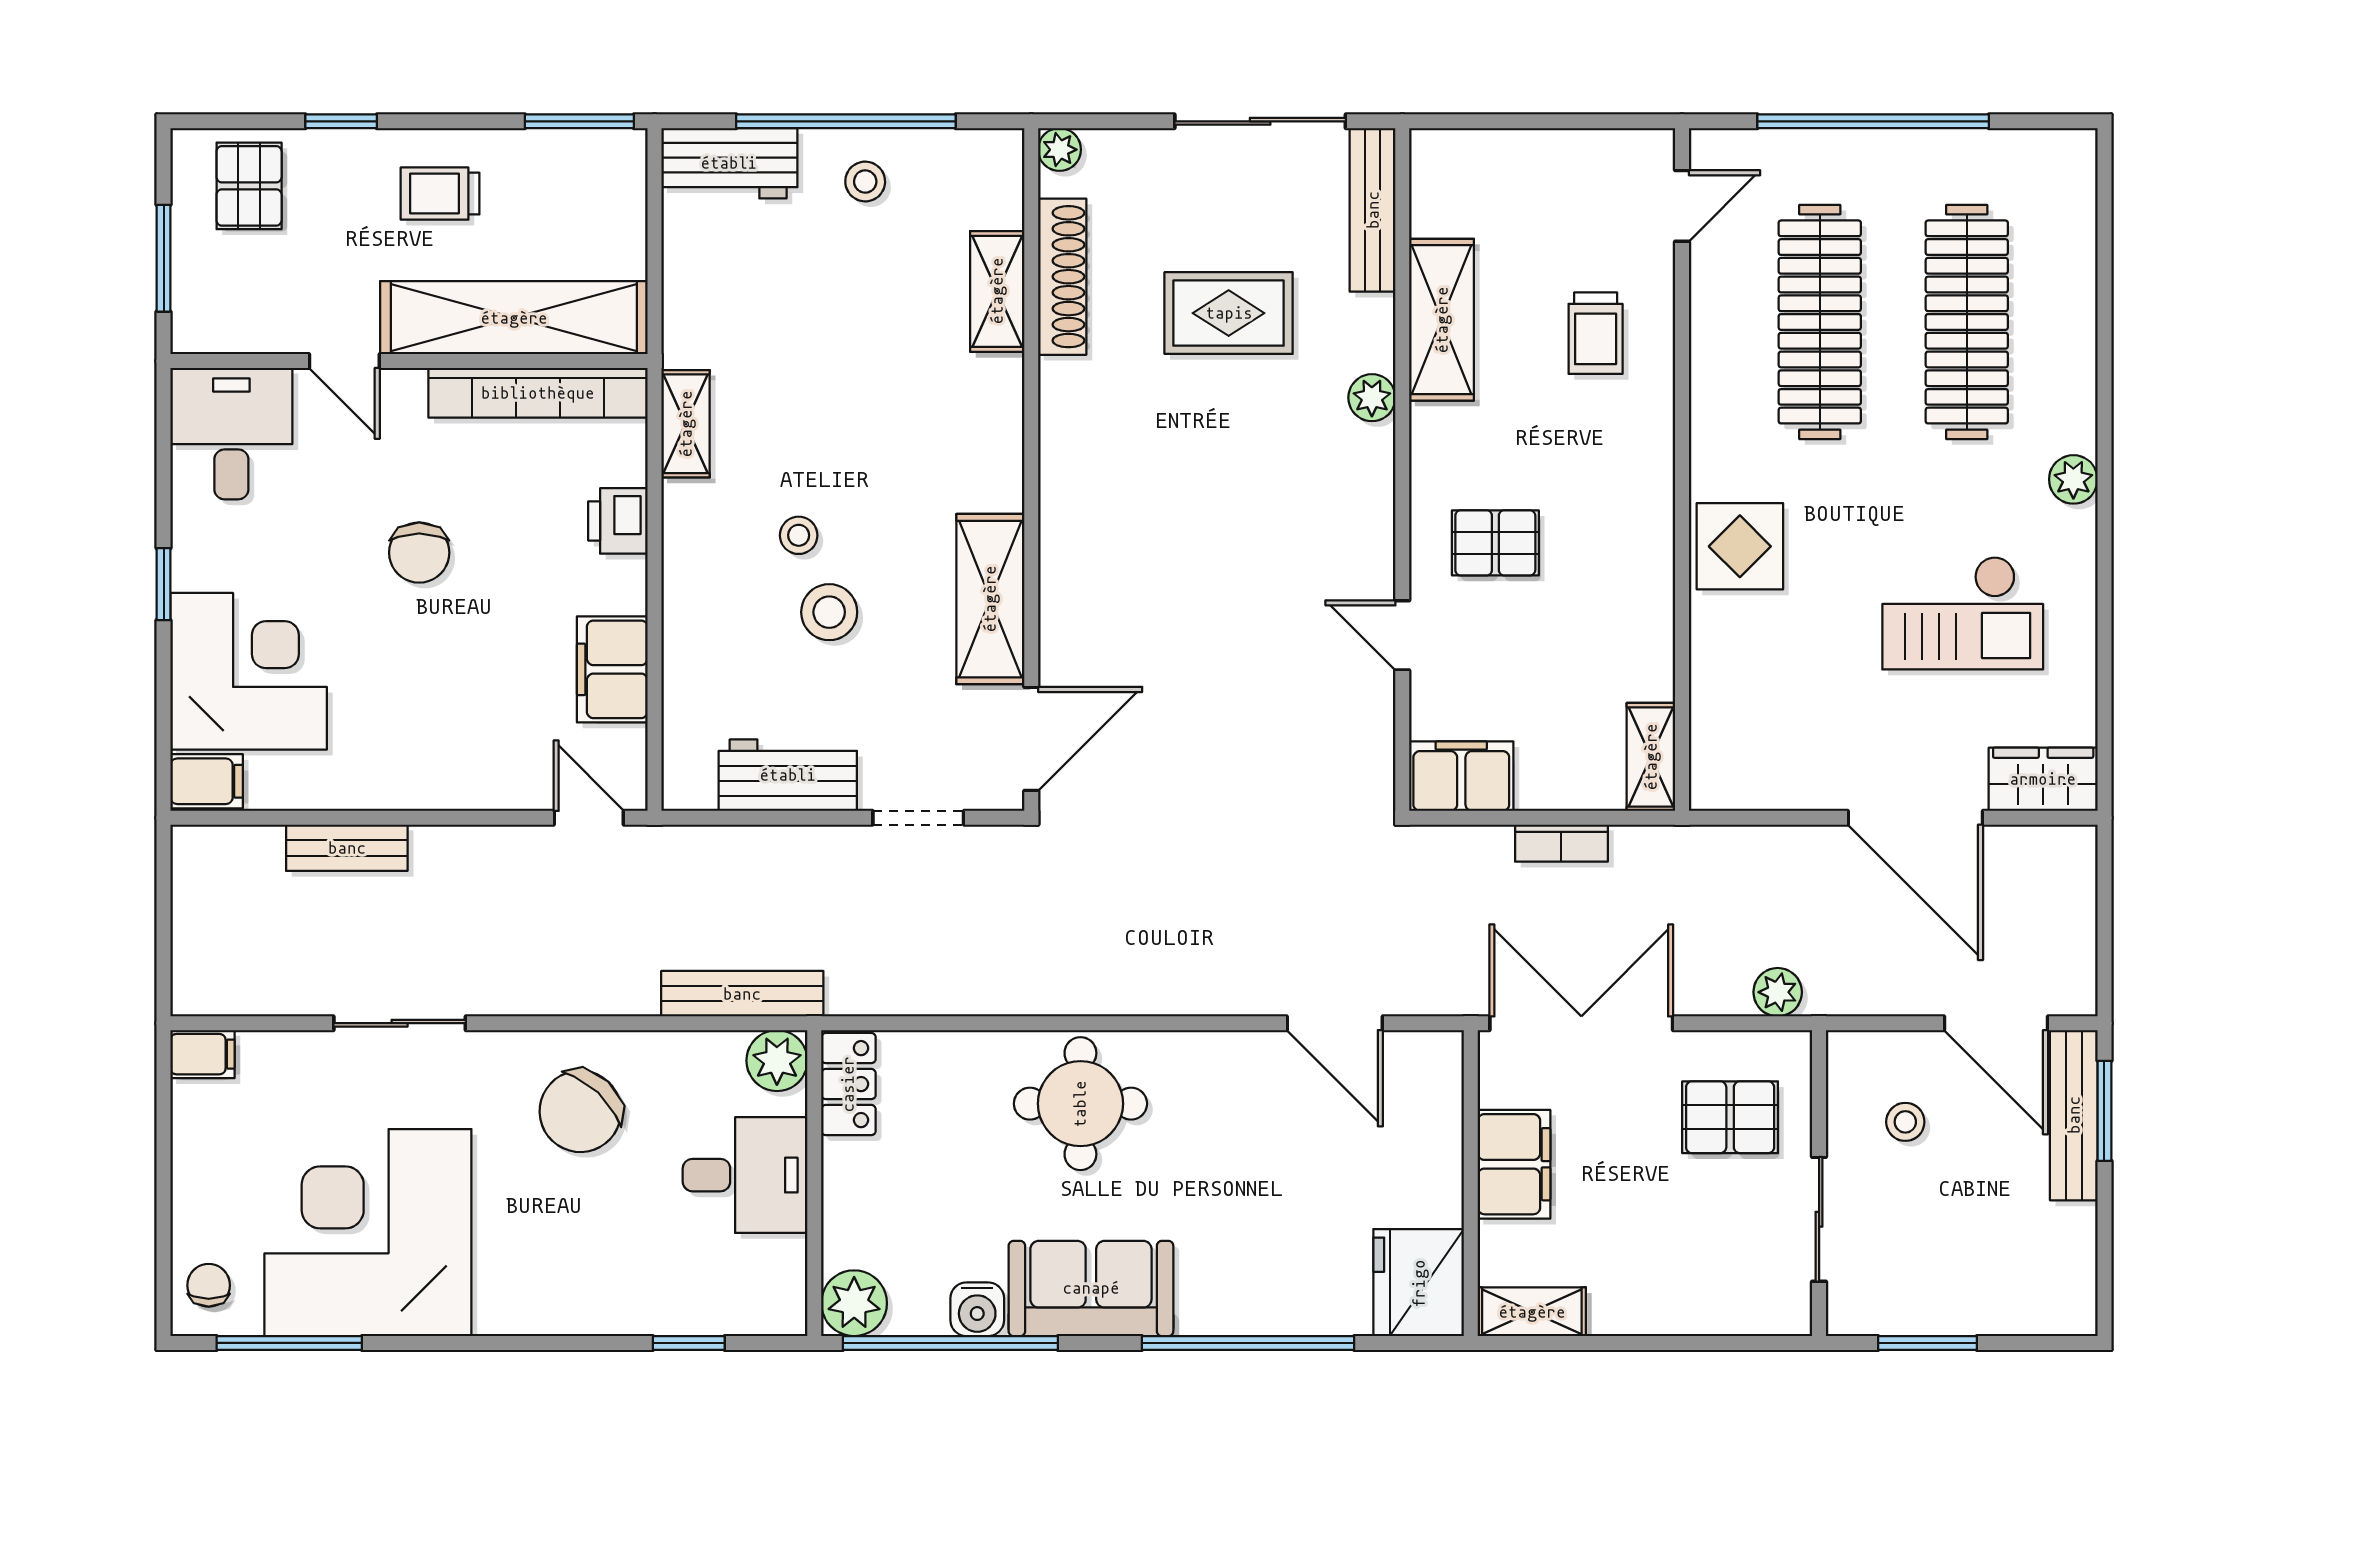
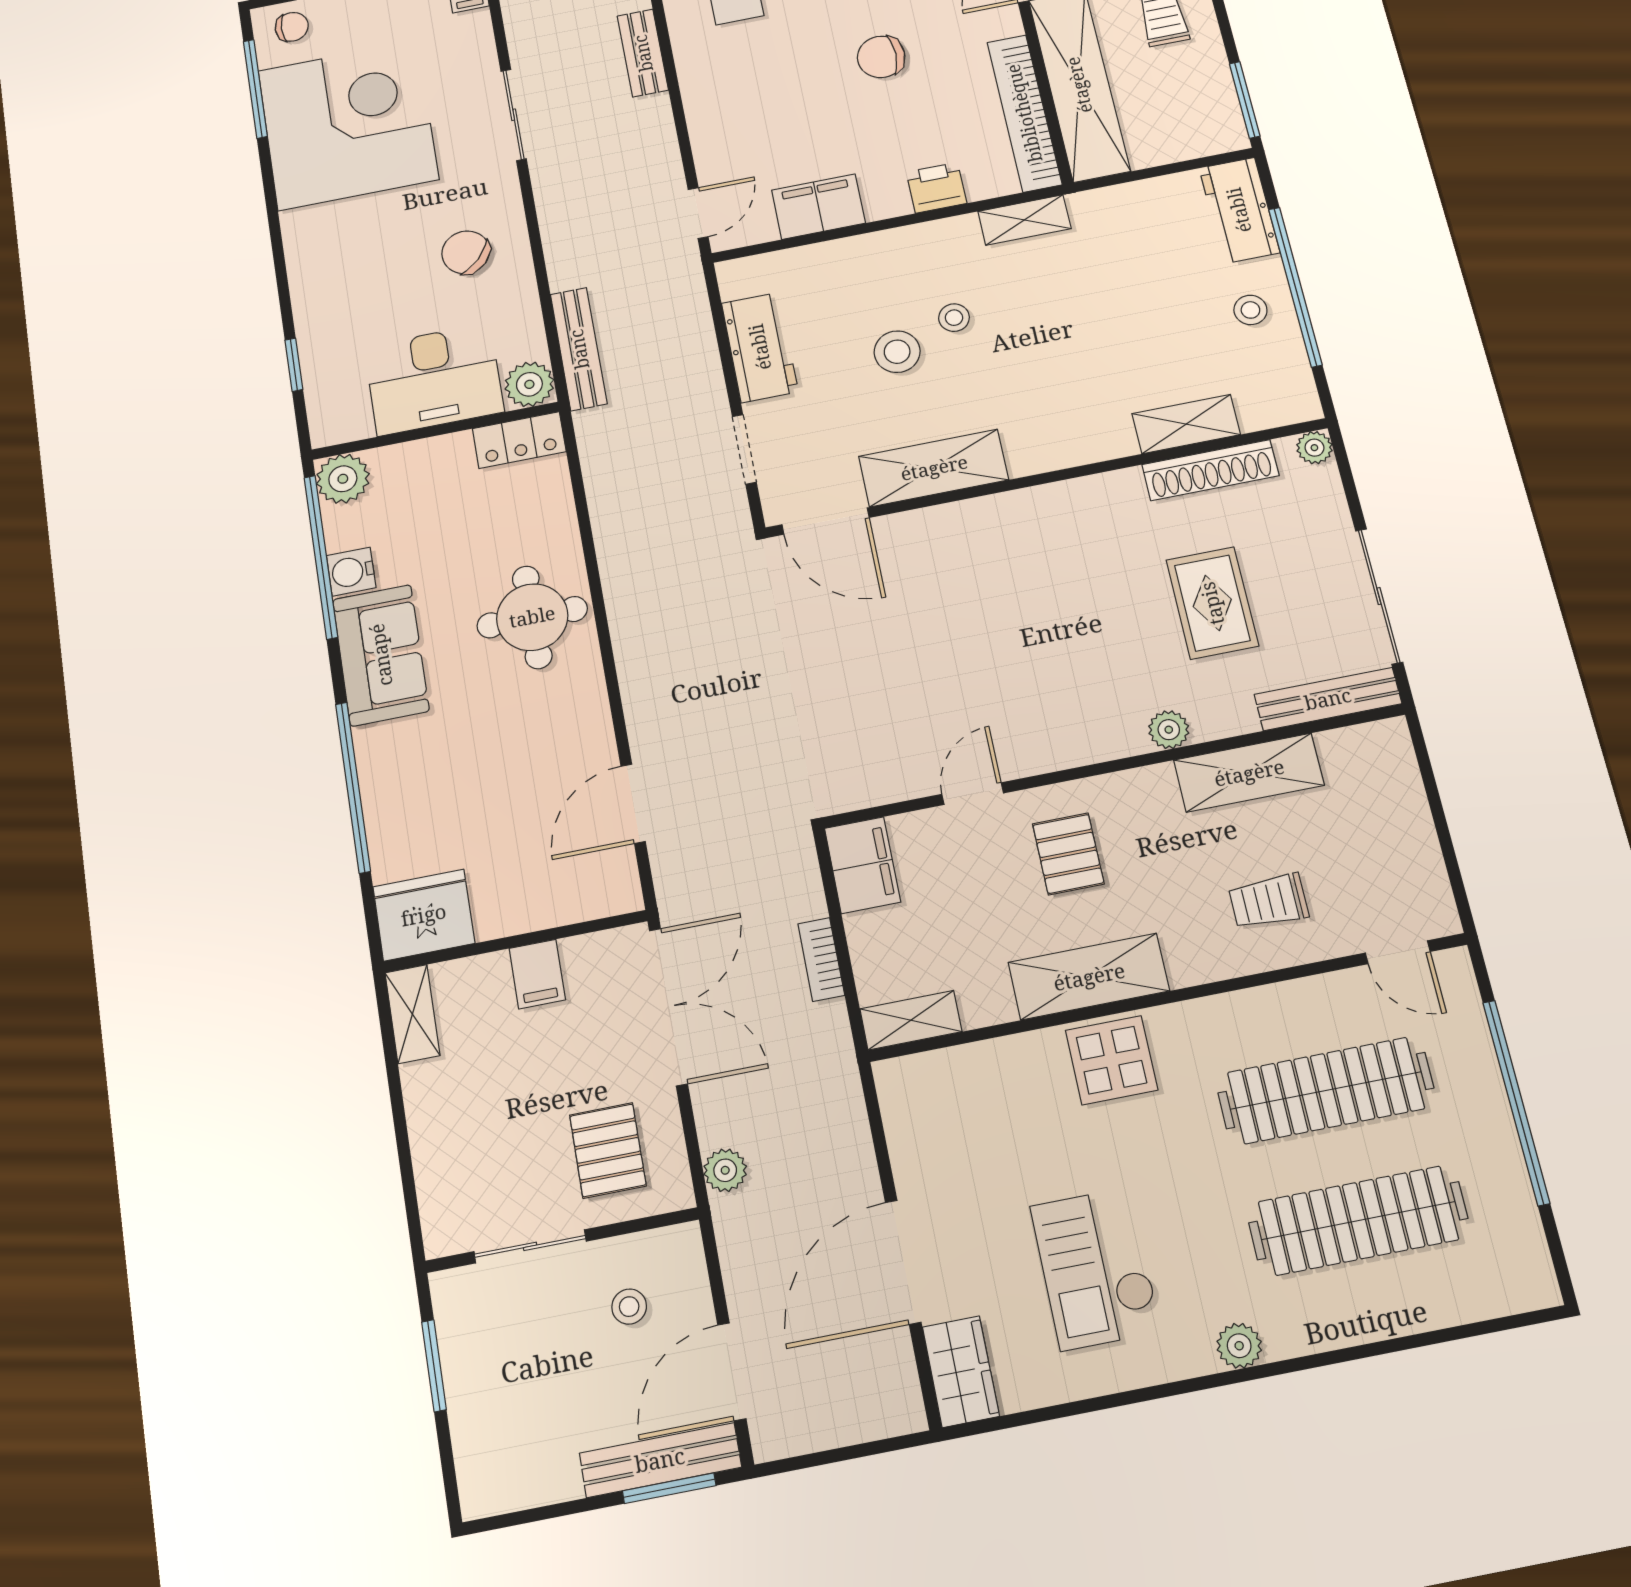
shelving: (1641, 551) -> (1089, 977), added
chair: (580, 1111) -> (466, 252), width x0.73, depth x0.73
filing cabinet: (1514, 1164) -> (537, 974), width x0.50
desk: (745, 1175) -> (434, 379), width x1.37

